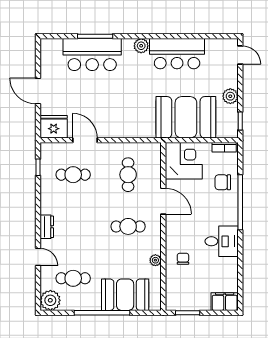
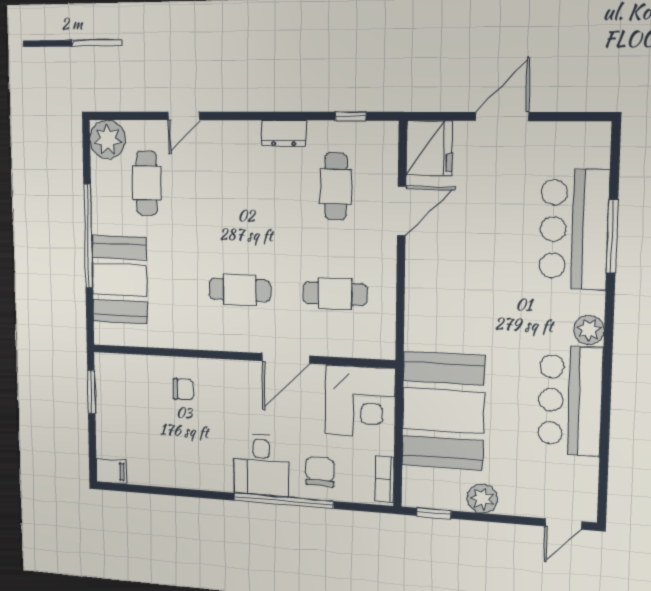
cafe table: (128, 226) -> (240, 290), turned 90
dresser: (47, 227) -> (284, 133), moved
desk: (222, 241) -> (261, 465), moved
plant: (155, 260) -> (180, 338), removed
filing cabinet: (225, 302) -> (111, 471), width x0.50

